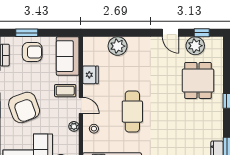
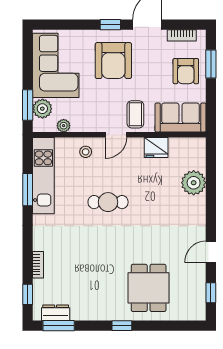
plant: (195, 46) -> (194, 284), removed
dining table: (198, 80) -> (149, 288), turned 90
armchair: (24, 107) -> (113, 61), turned -70
cafe table: (132, 112) -> (108, 202), width x0.73, depth x0.74
plant: (74, 126) -> (64, 126), moved

